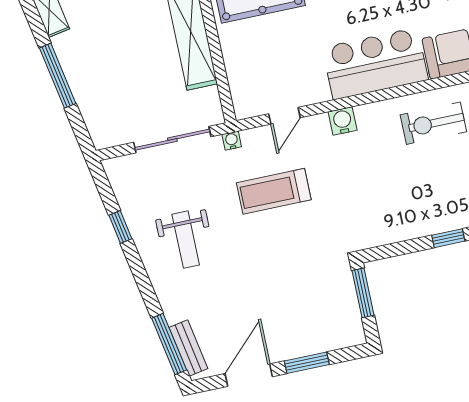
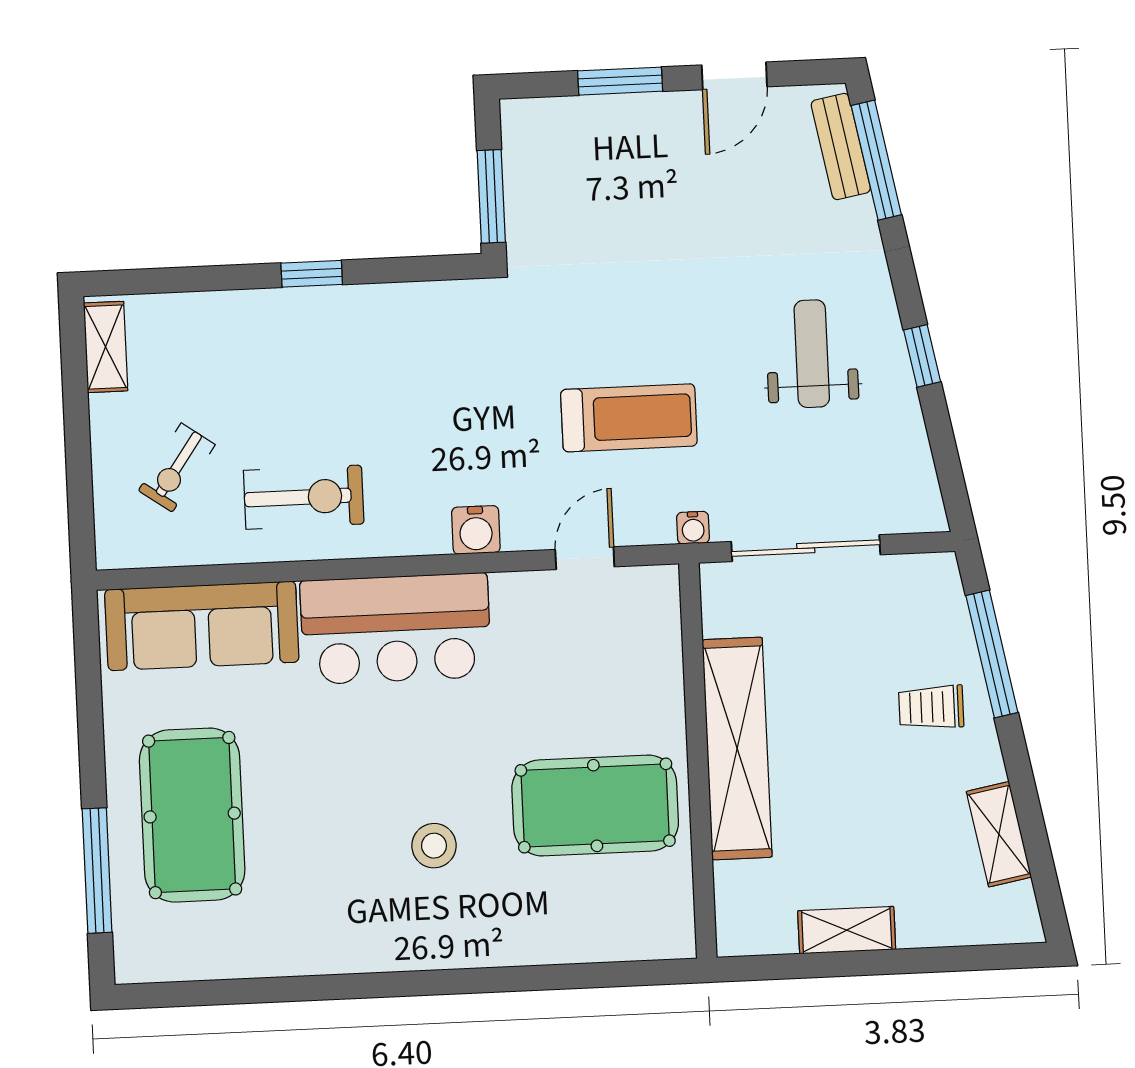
trolley: (95, 69) -> (931, 707), added
window: (58, 76) -> (992, 654), moved
window: (120, 227) -> (922, 356), moved
door: (249, 375) -> (734, 76), width x0.73

